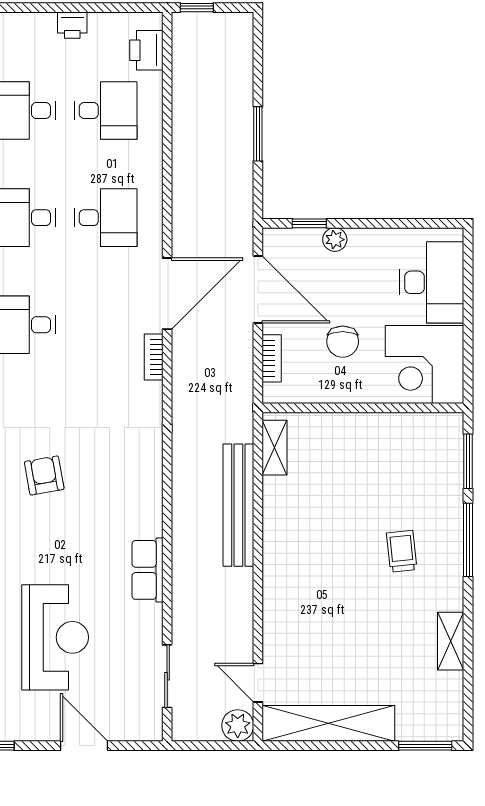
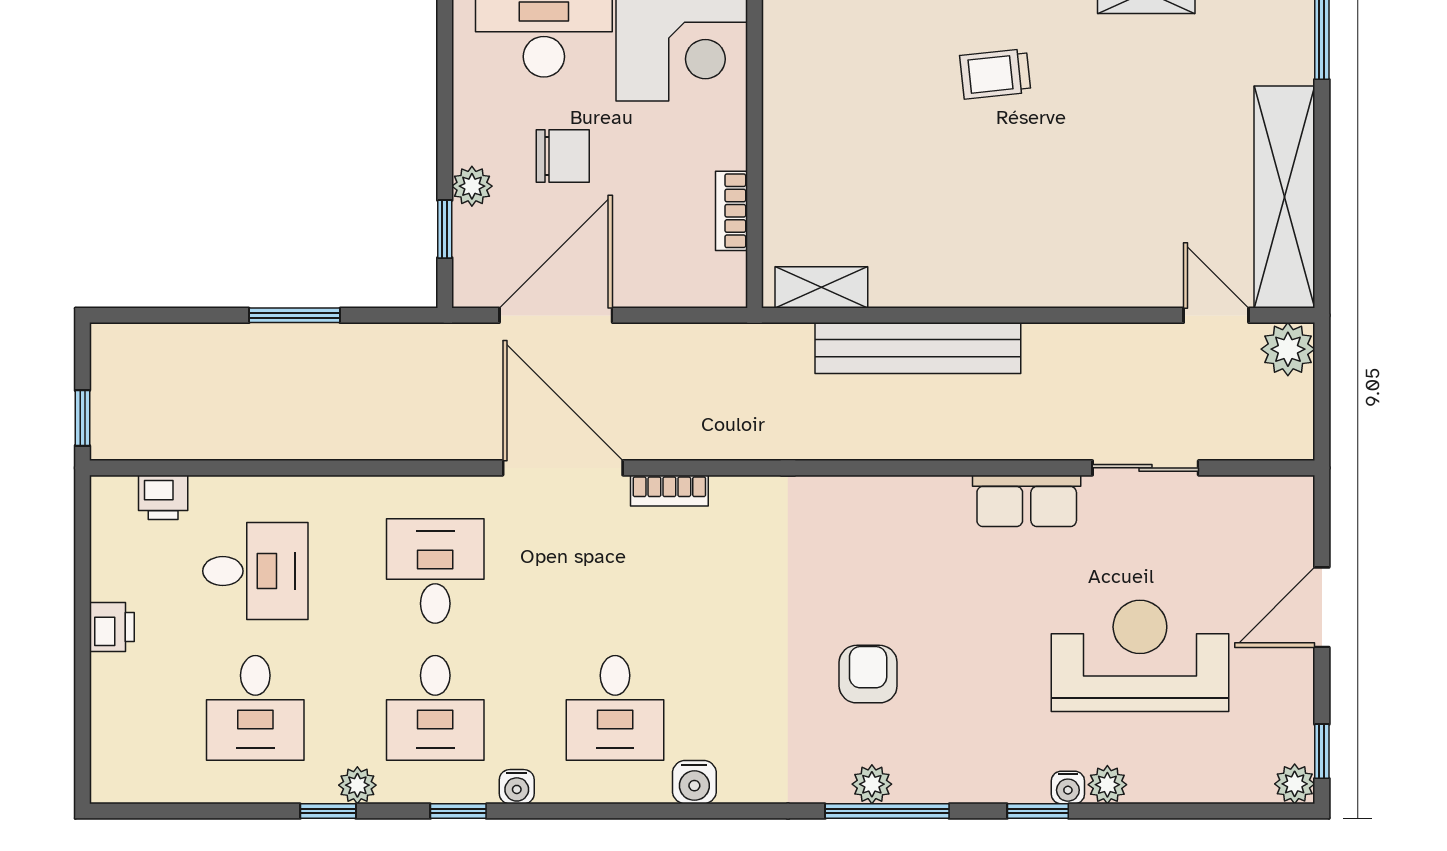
printer: (146, 50) -> (163, 497), width x0.73, depth x0.81
desk: (106, 111) -> (255, 571), turned 90
chair: (343, 342) -> (563, 156), moved
bookcase: (272, 358) -> (732, 211), moved, turned -90
armchair: (44, 475) -> (868, 674), turned 100
sliding door: (167, 676) -> (1145, 468), moved
door: (258, 683) -> (1216, 315), swing flipped

